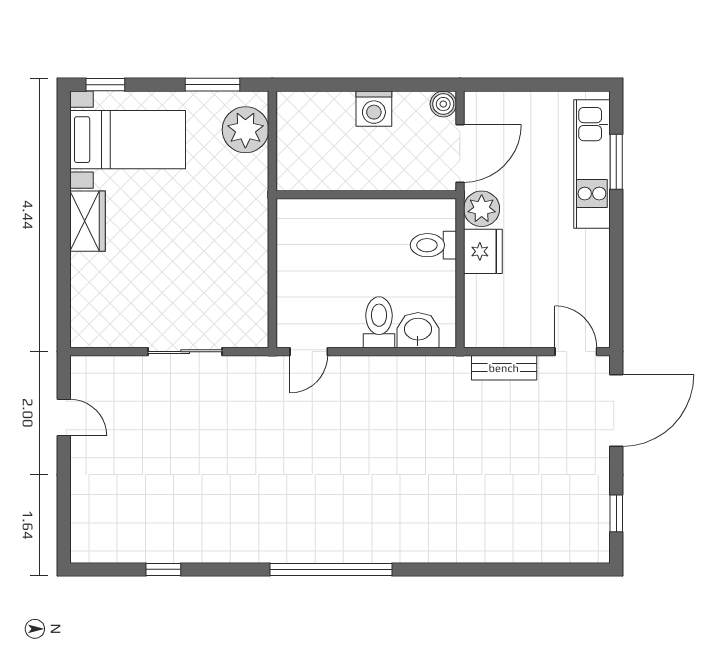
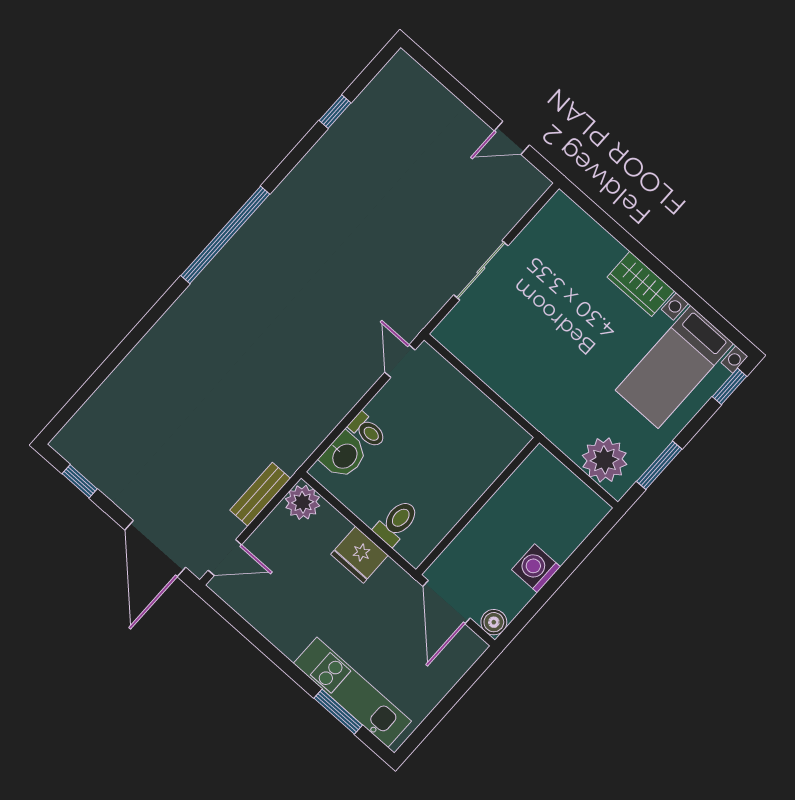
plant: (482, 209) -> (303, 502), moved
toilet: (379, 322) -> (367, 430), width x0.73, depth x0.72

